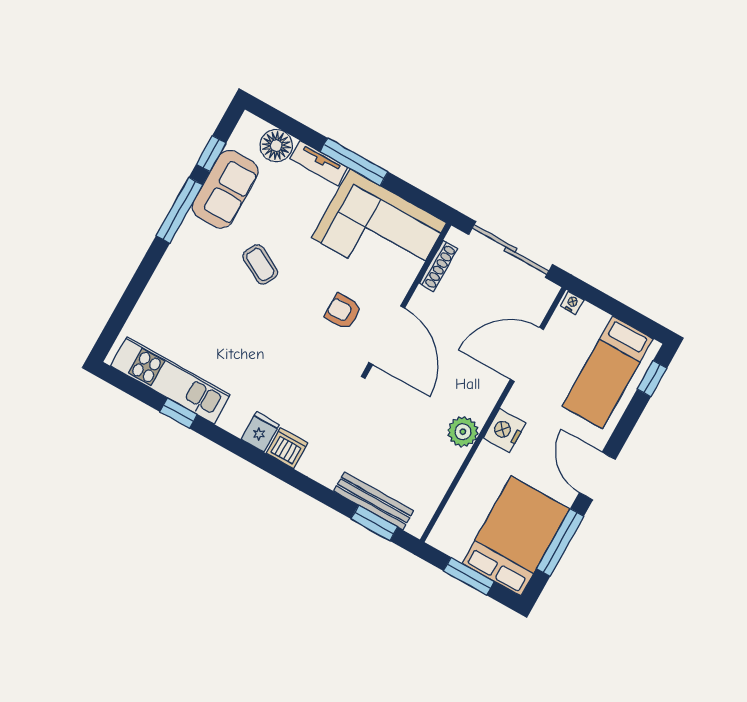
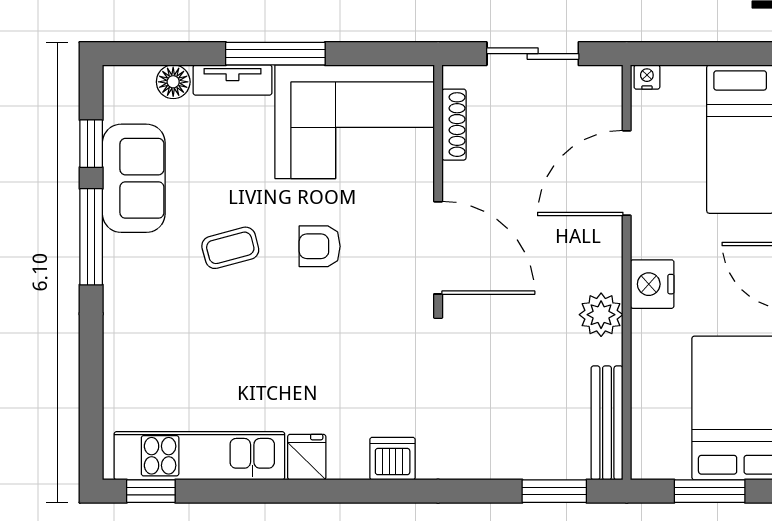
floor lamp: (276, 146) -> (173, 82), width x0.73, depth x0.73
sliding door: (511, 250) -> (533, 54), width x0.73
coffee table: (260, 264) -> (230, 248), turned -43
armchair: (343, 312) -> (320, 246), moved
window: (179, 413) -> (151, 491), moved
fridge: (260, 432) -> (307, 457), moved
bench: (374, 501) -> (607, 423), moved, turned 90

